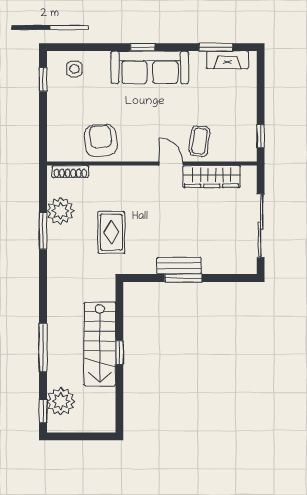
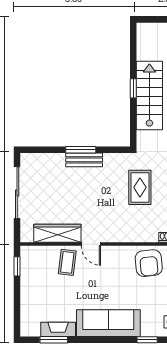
window: (143, 47) -> (147, 340), moved
fireplace: (227, 60) -> (58, 329), moved

